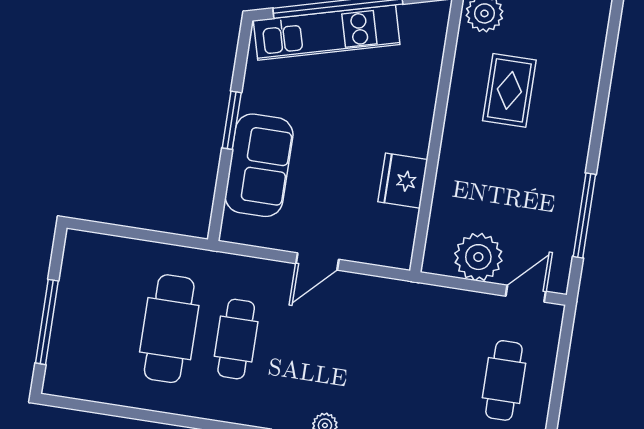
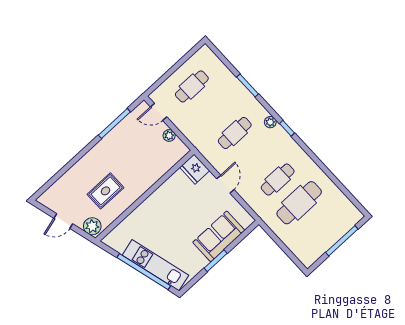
fridge: (403, 181) -> (195, 169), moved, turned 90
plant: (478, 257) -> (169, 135), width x0.53, depth x0.53
door: (317, 261) -> (225, 184), hinge flipped
cafe table: (370, 360) -> (235, 133), added

